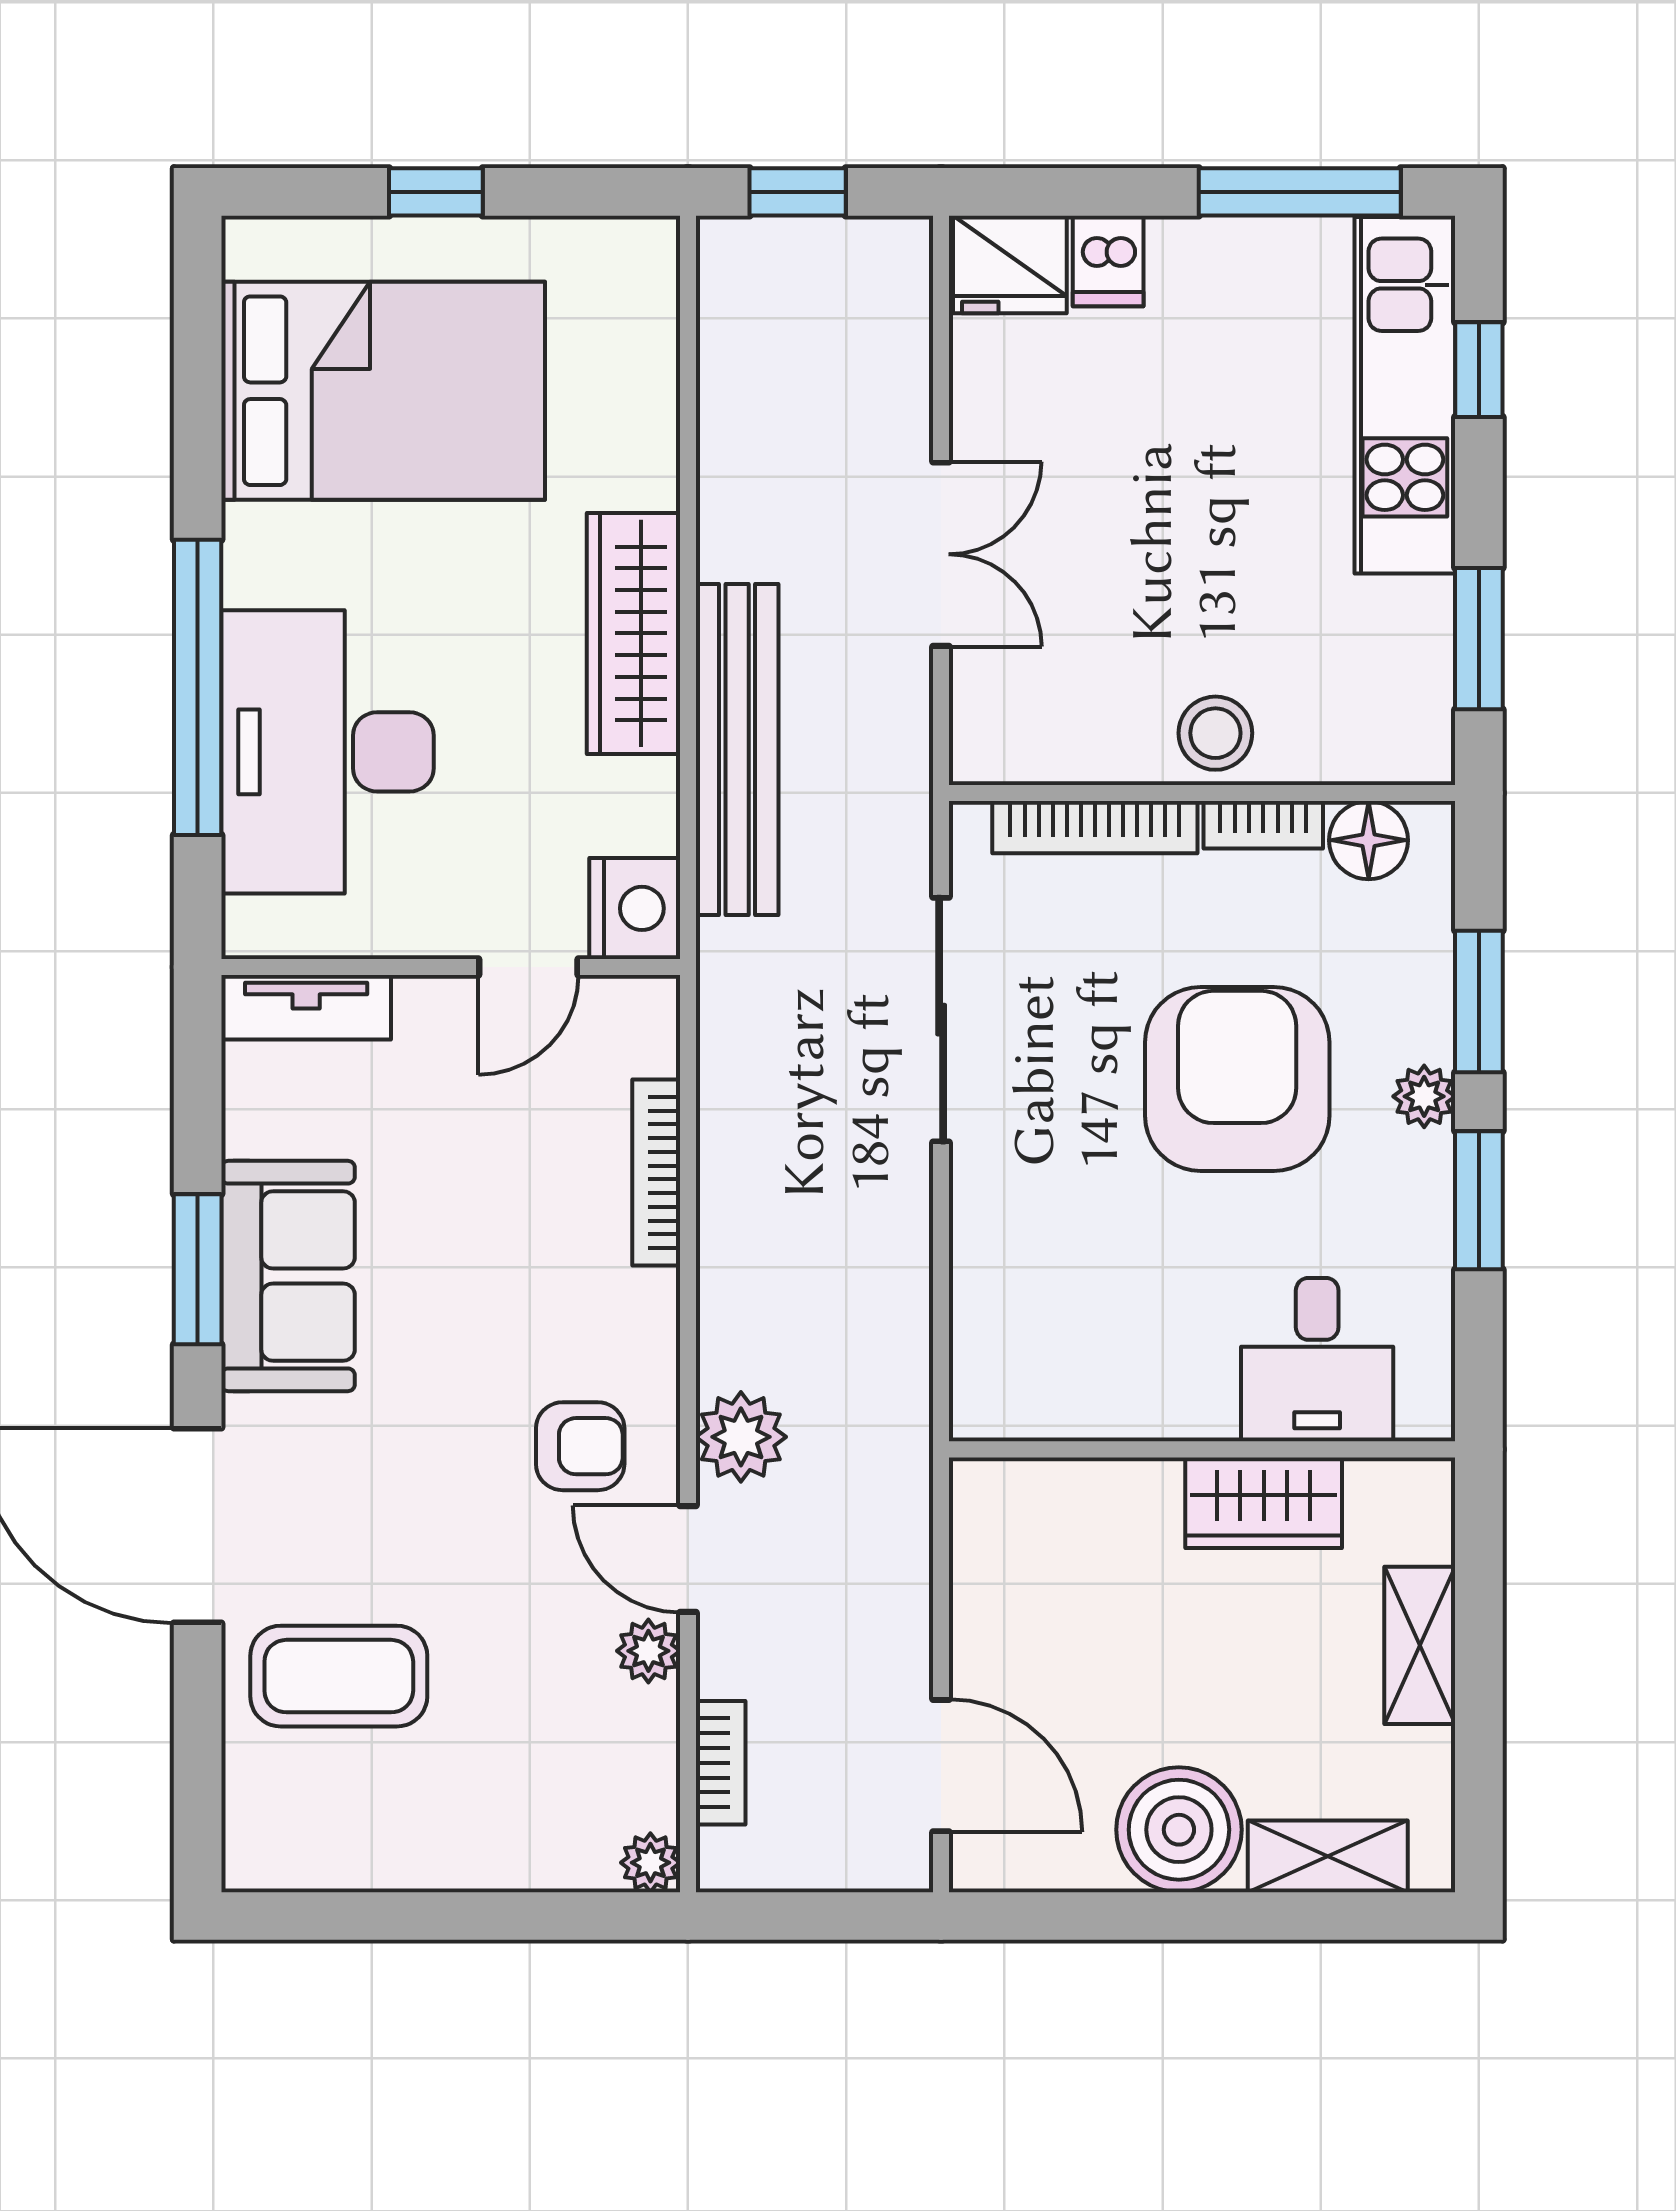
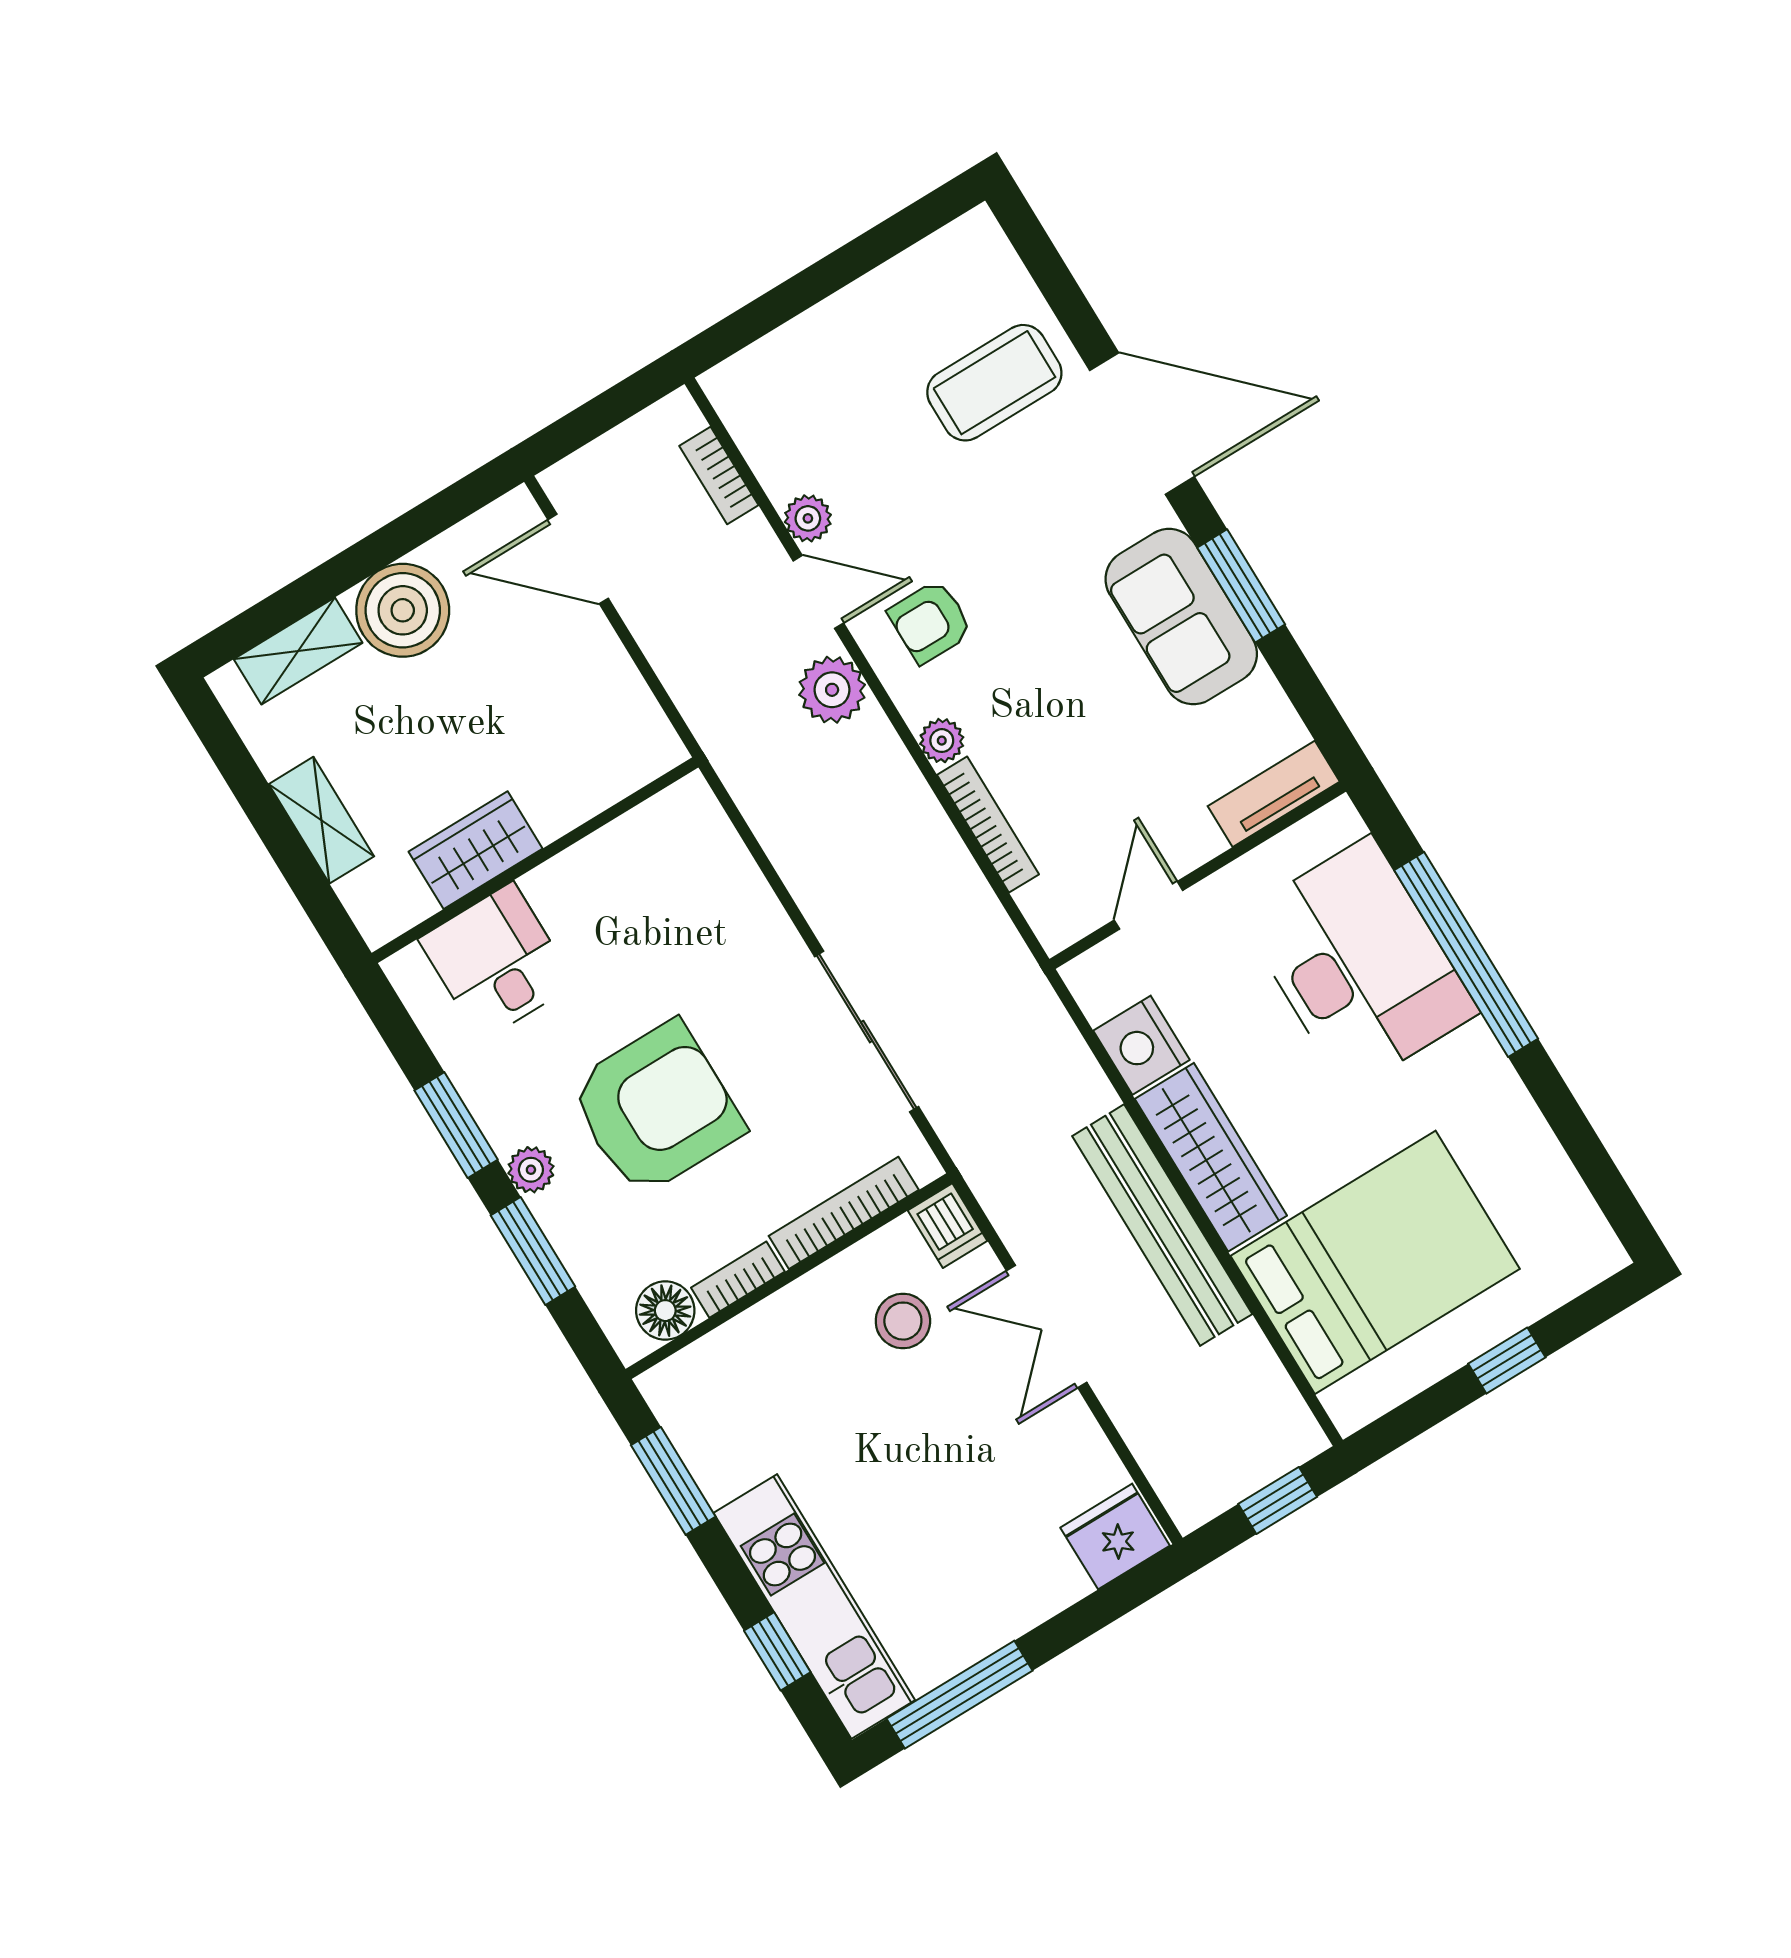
dishwasher: (1108, 261) -> (948, 1226), moved, turned 180
bed: (383, 391) -> (1375, 1262), moved, turned 180
stool: (1215, 733) -> (903, 1321), moved
bench: (737, 750) -> (1162, 1225), moved
nightstand: (635, 908) -> (1141, 1045), moved
armchair: (1237, 1079) -> (656, 1108), turned -90
plant: (650, 1863) -> (942, 741), moved

